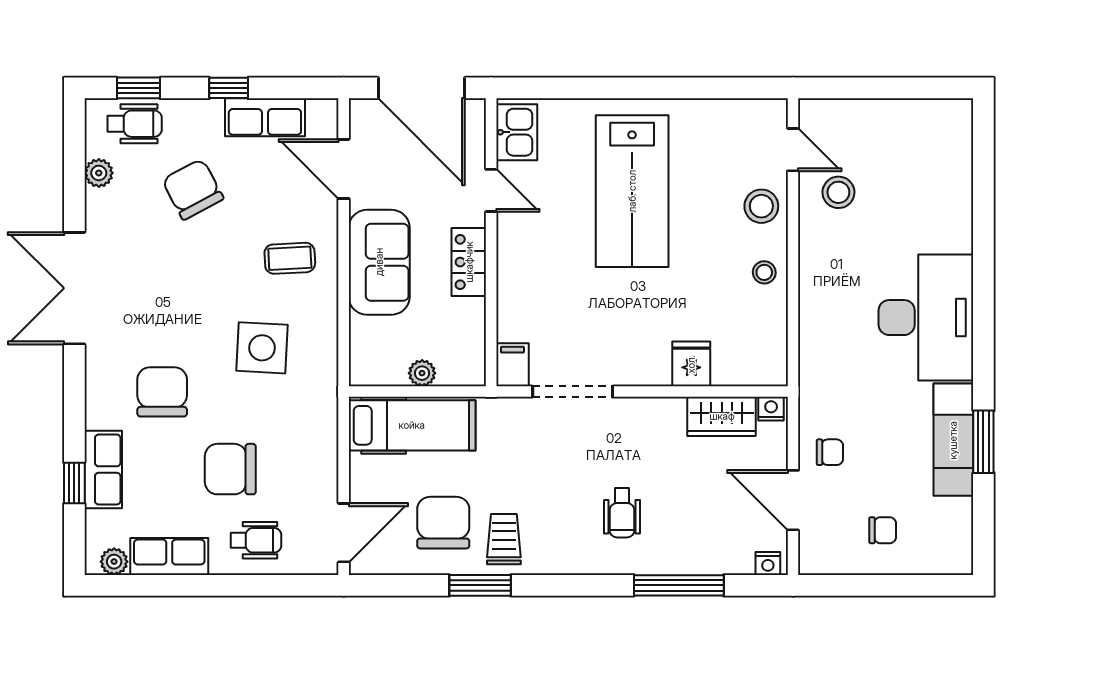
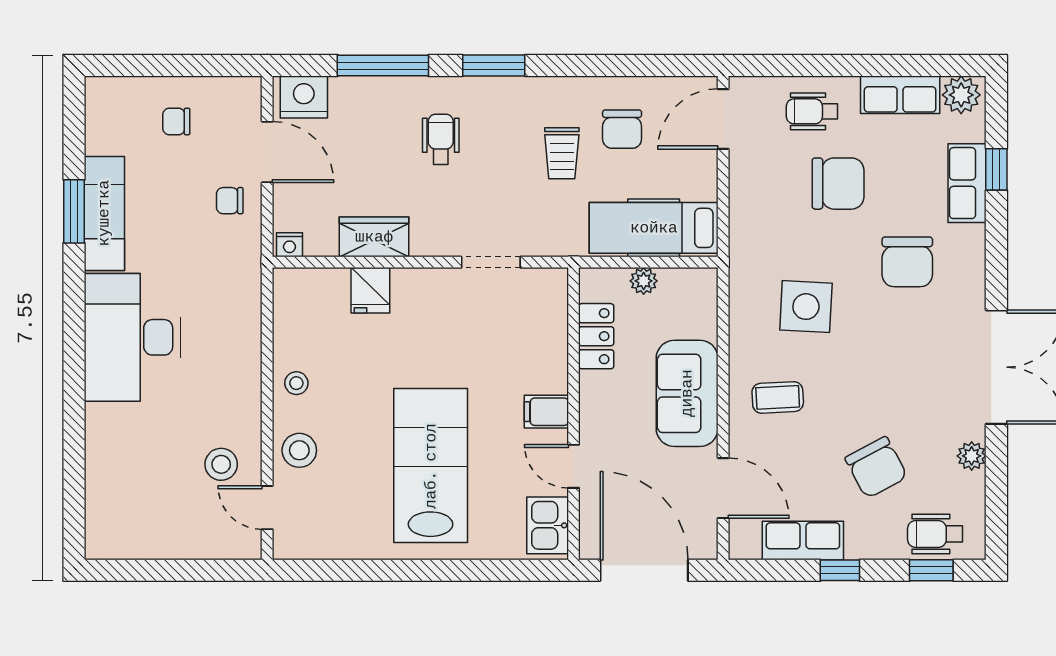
plant: (99, 173) -> (972, 456), moved
locker: (469, 262) -> (596, 336), moved
filing cabinet: (513, 365) -> (546, 412), moved, turned 90
doorway: (573, 392) -> (491, 262), width x0.73
wardrobe: (722, 416) -> (374, 237), moved
chair: (443, 523) -> (622, 129), width x0.73, depth x0.73
trolley: (504, 539) -> (562, 153), moved
plant: (114, 562) -> (961, 95), width x1.38, depth x1.38
nightstand: (768, 564) -> (304, 97), width x1.89, depth x1.79
window: (480, 585) -> (494, 66), moved

